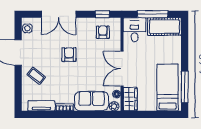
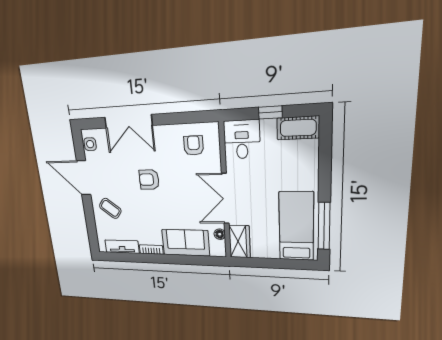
window: (102, 14) -> (191, 117), removed
window: (153, 14) -> (270, 112), width x0.46
cot: (164, 27) -> (298, 128), width x0.73, depth x0.75
armchair: (69, 55) -> (149, 180), turned -90
plant: (114, 106) -> (217, 250), removed

